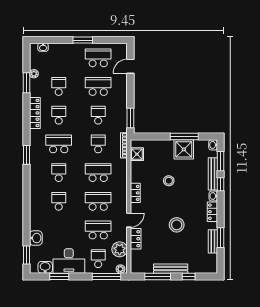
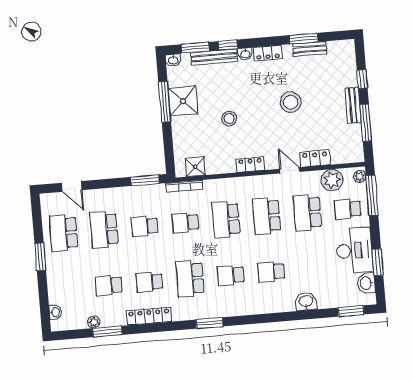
washbasin: (36, 238) -> (306, 302), moved
bench: (171, 269) -> (353, 105), width x0.73

